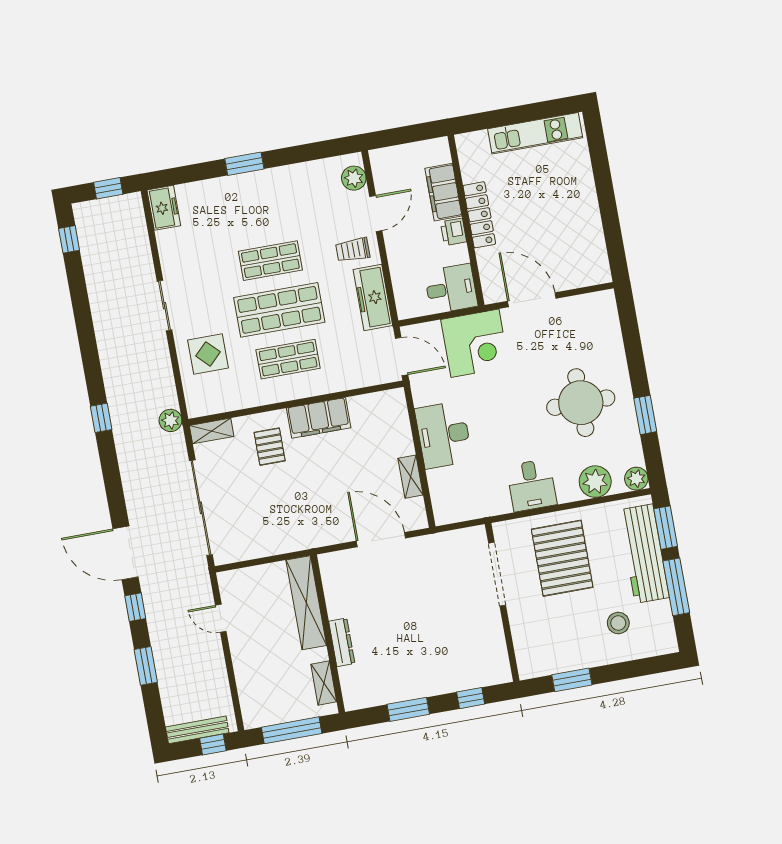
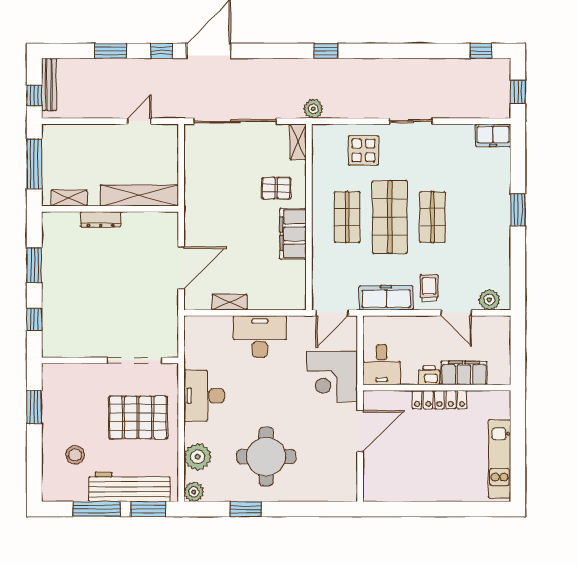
desk: (532, 485) -> (204, 396), width x1.37

